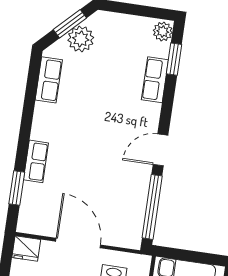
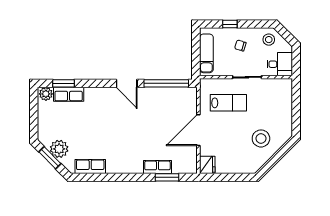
row of seats: (155, 80) -> (69, 94), moved
row of seats: (36, 161) -> (157, 167), moved

